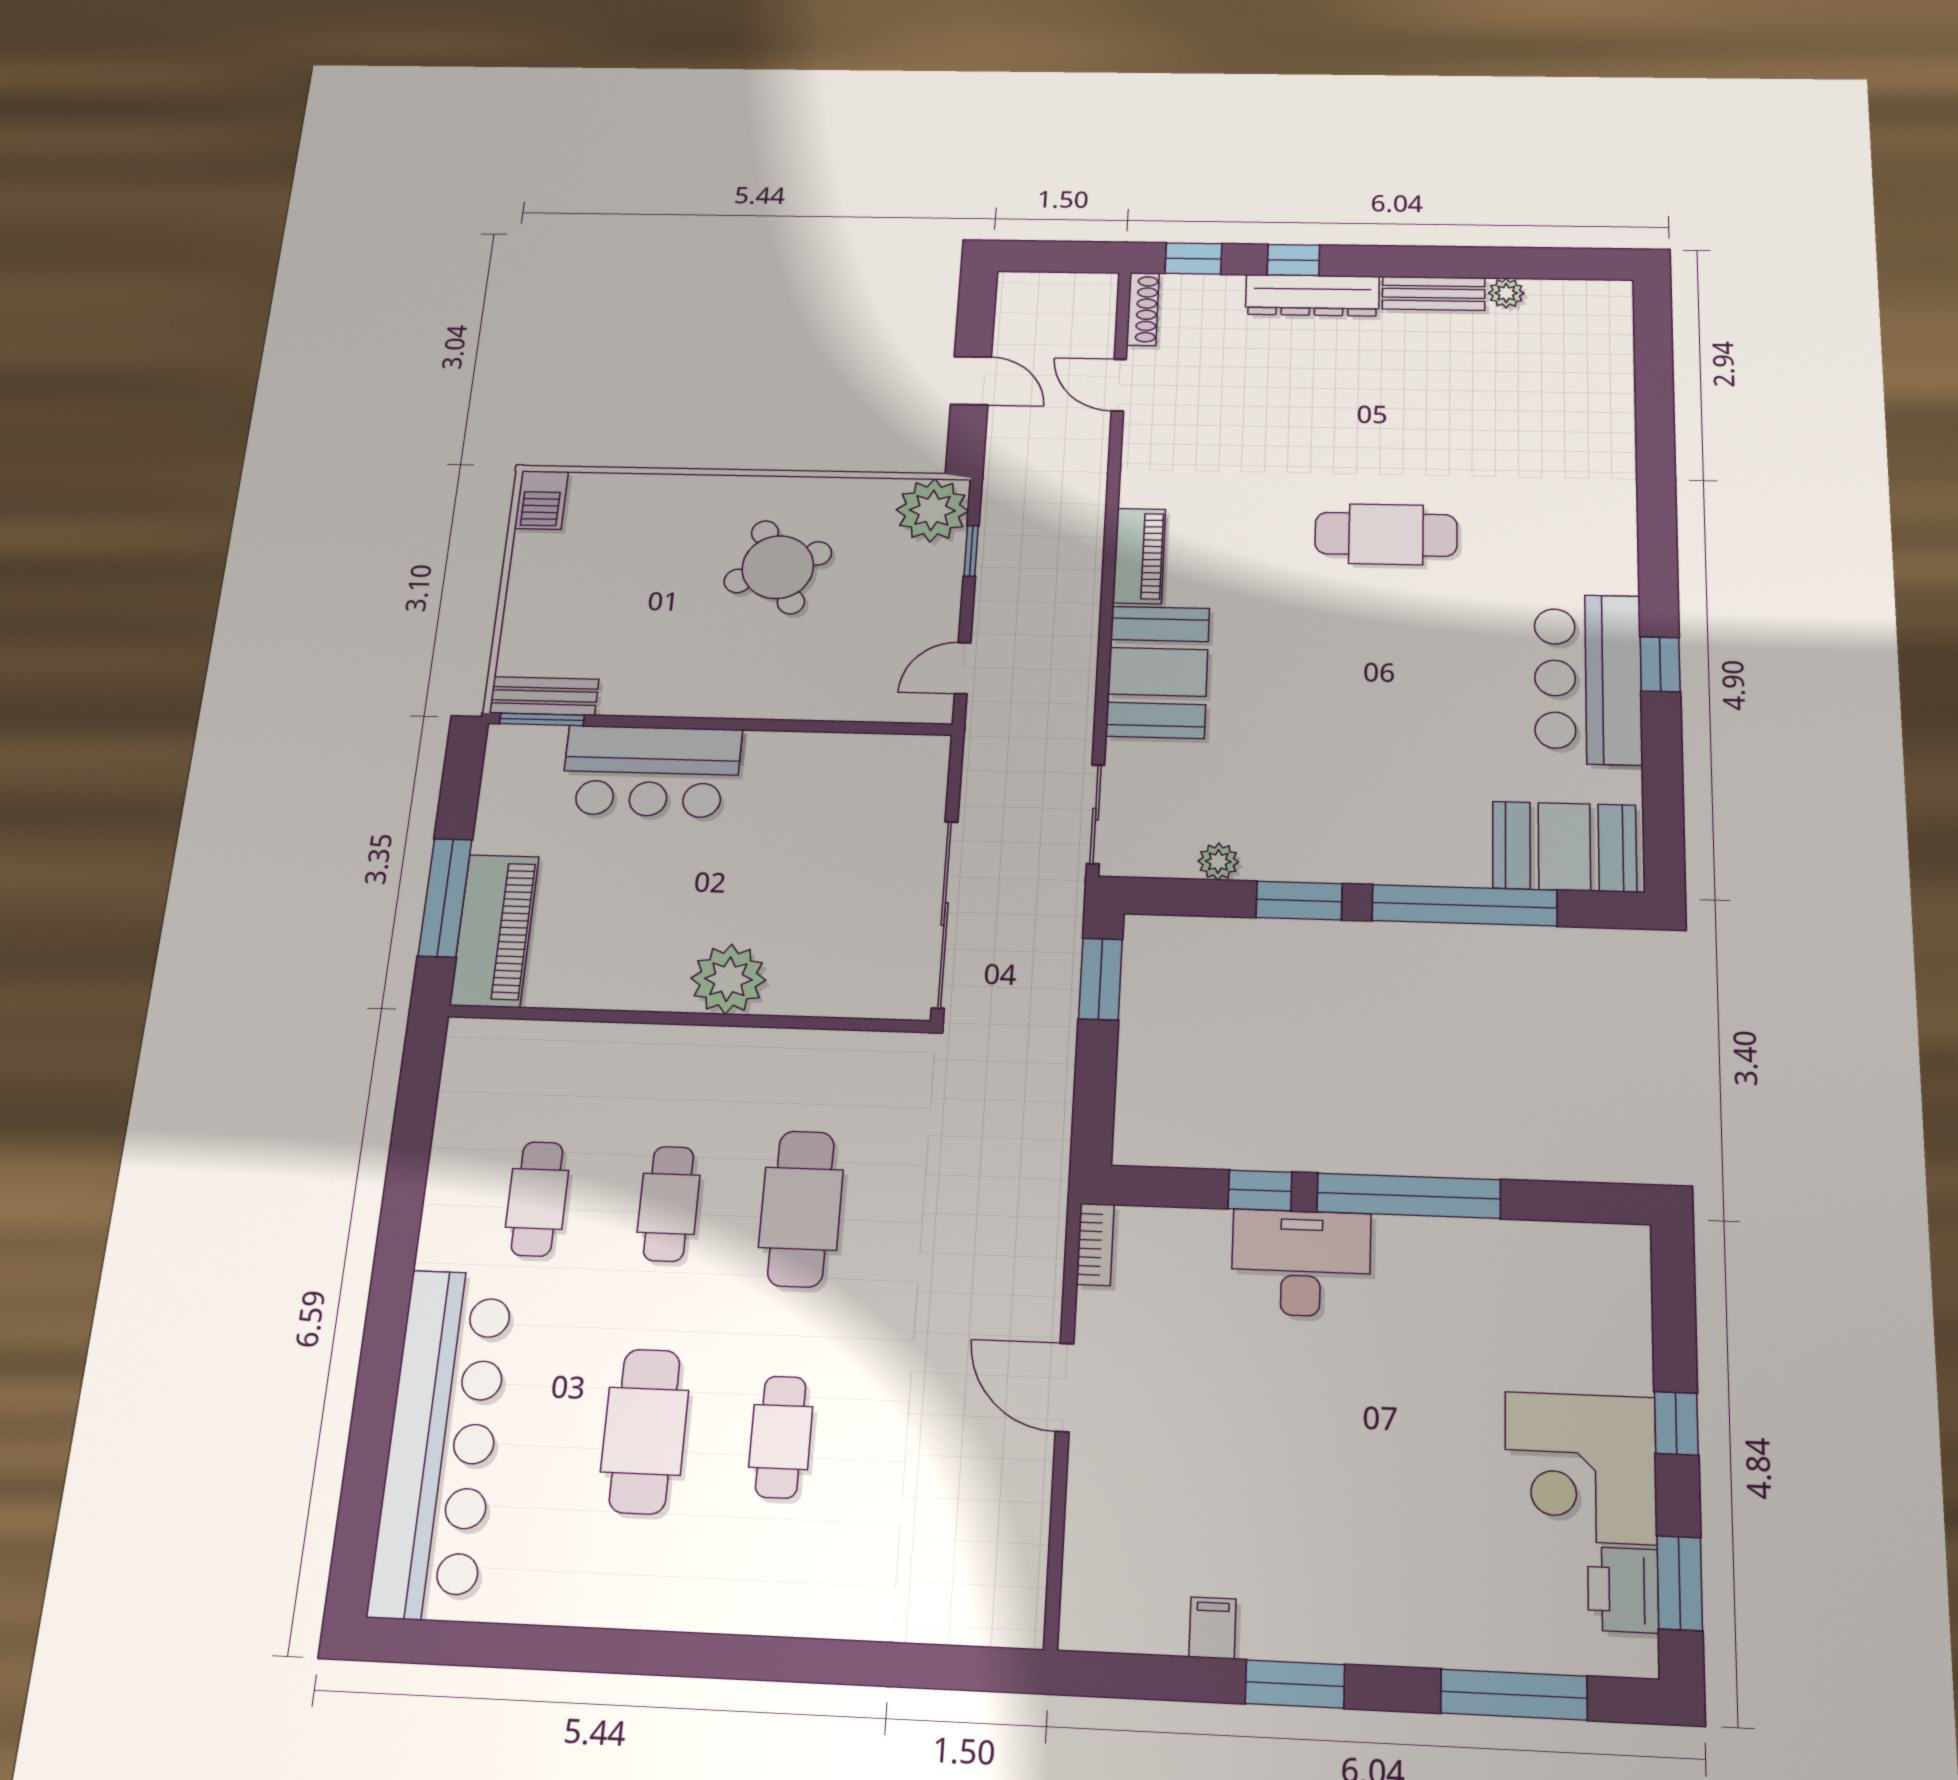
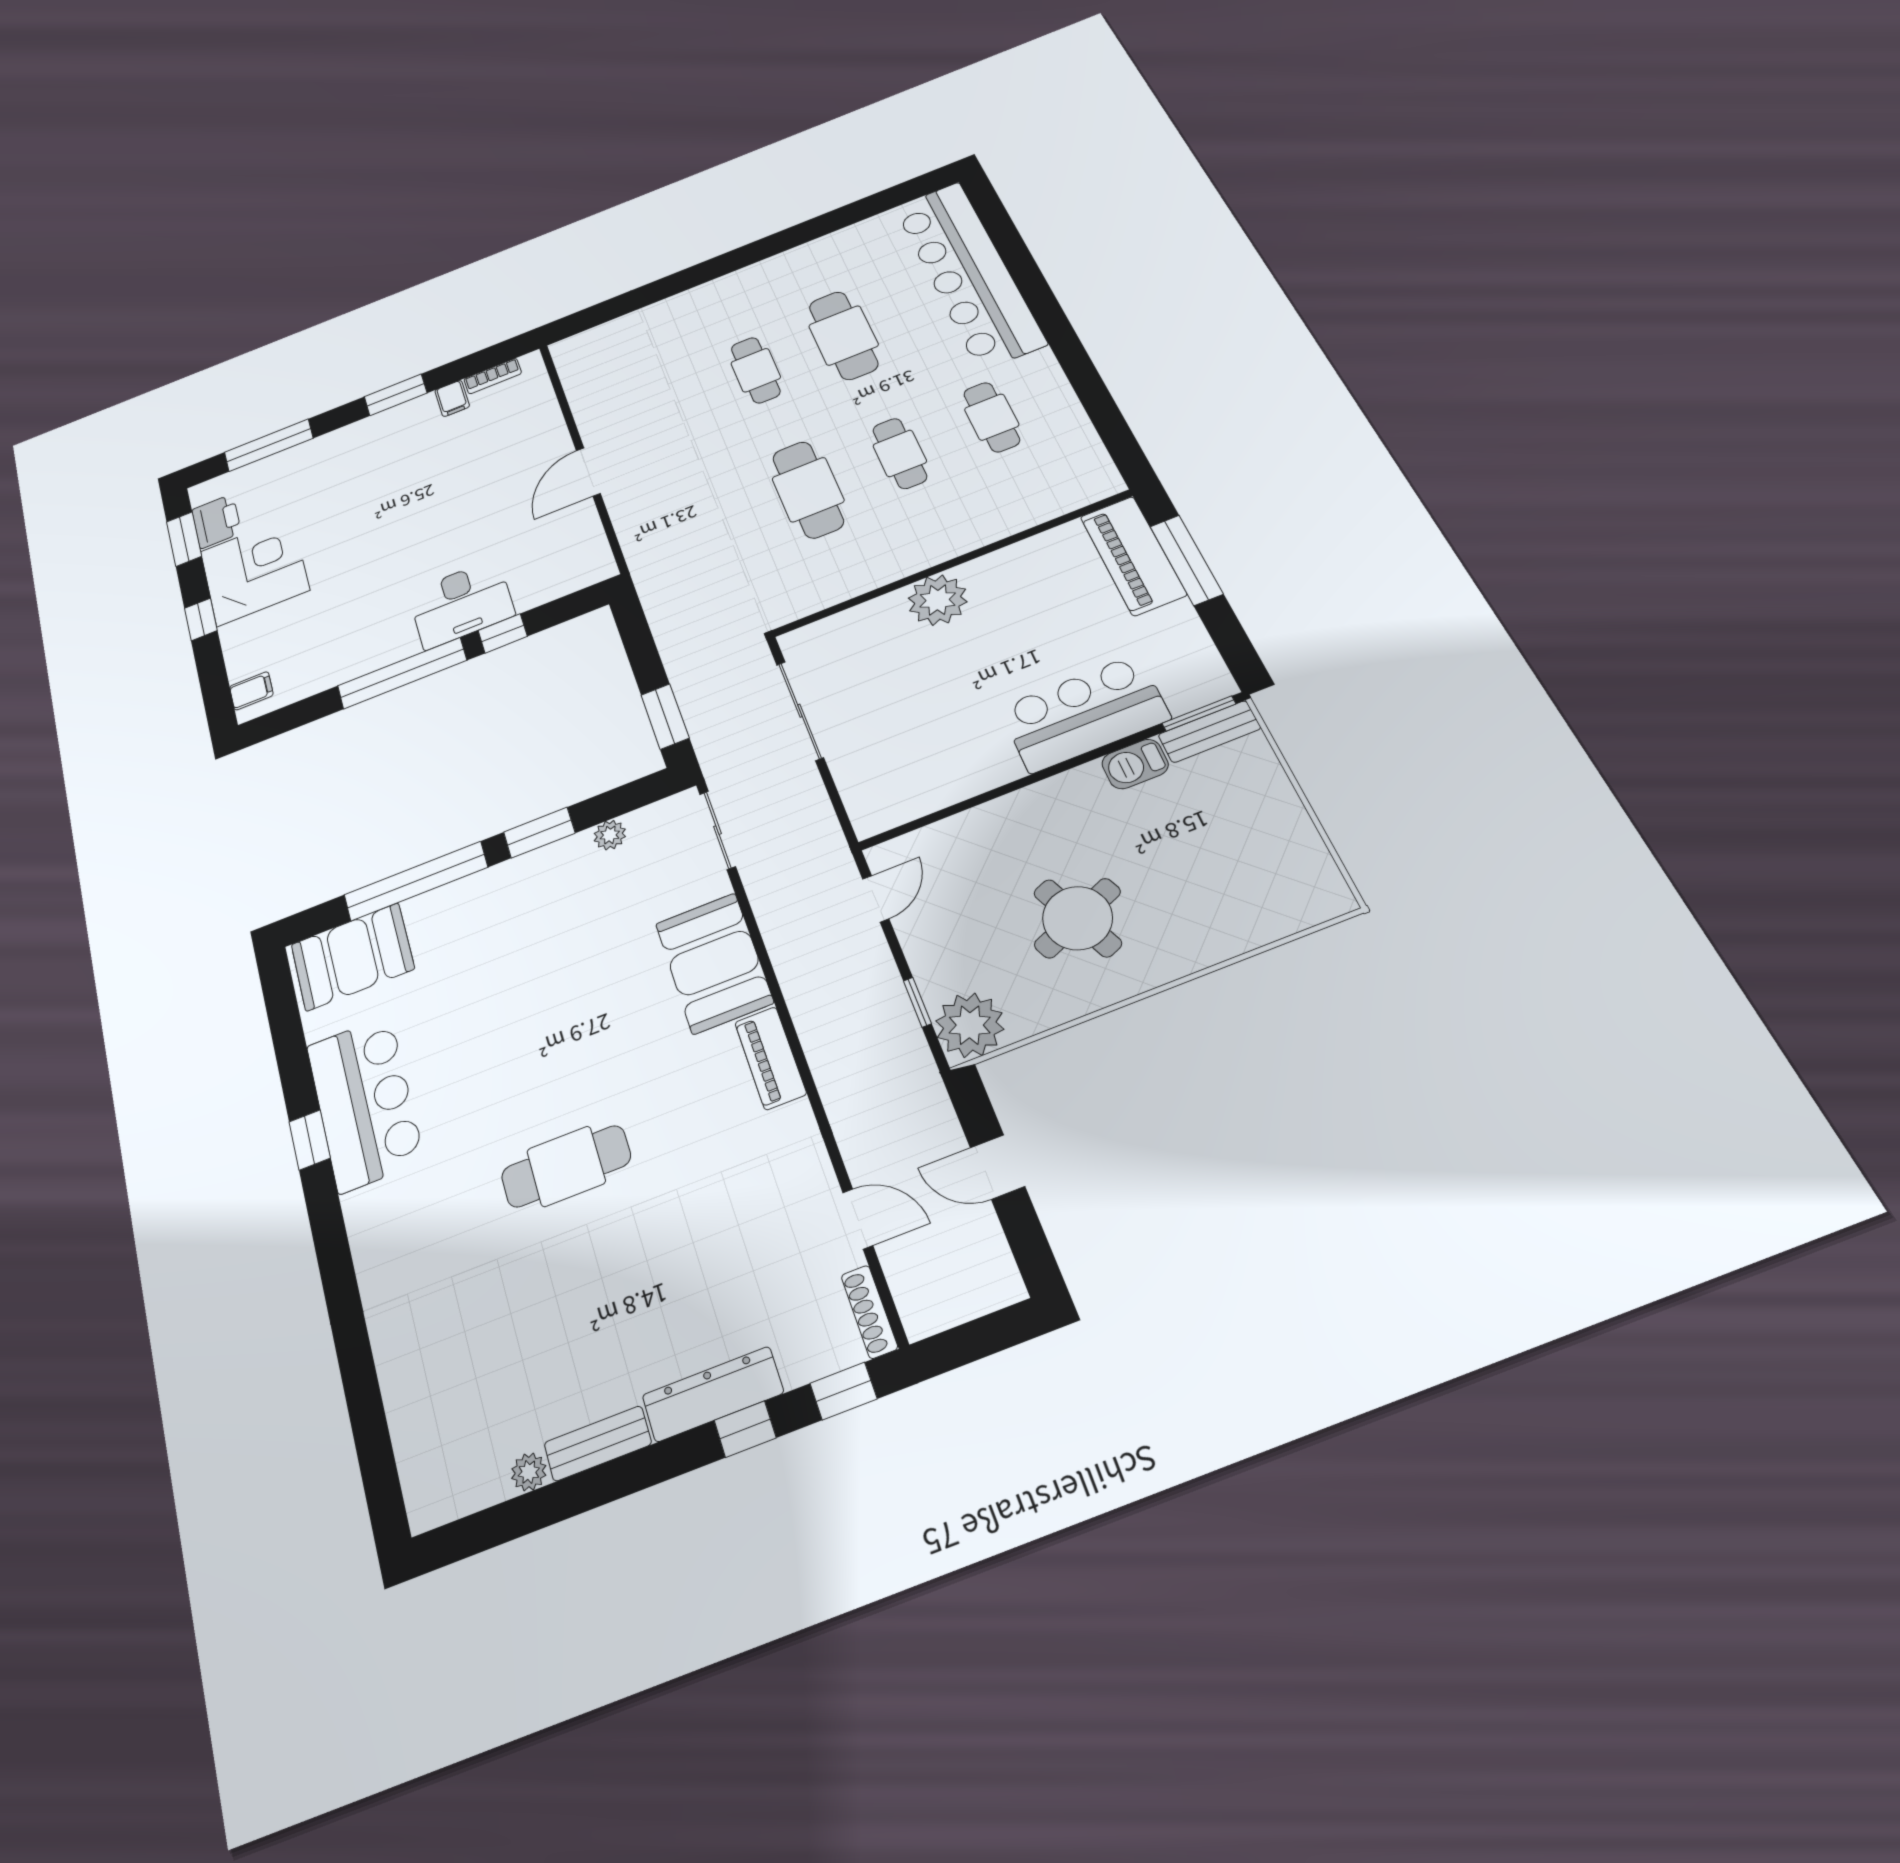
barbecue: (541, 500) -> (1135, 764), moved, turned -90
sliding door: (945, 914) -> (800, 711), width x0.73
bookcase: (1095, 1244) -> (493, 376), moved, turned -90
filing cabinet: (1622, 1269) -> (251, 691), added
door: (1065, 1388) -> (588, 472), swing flipped

